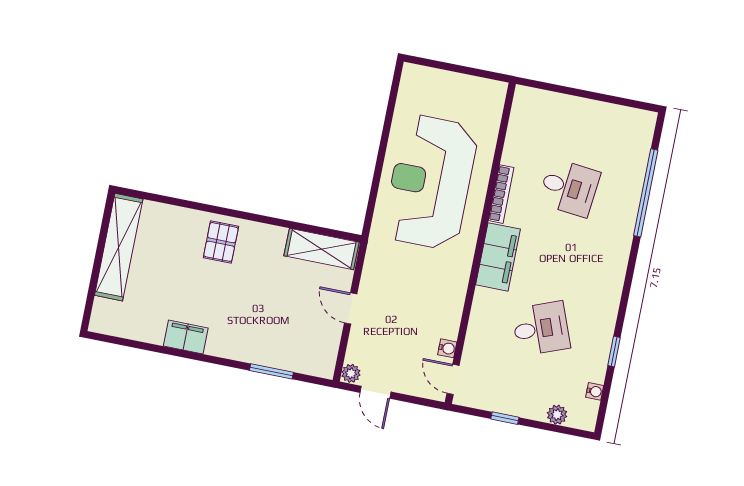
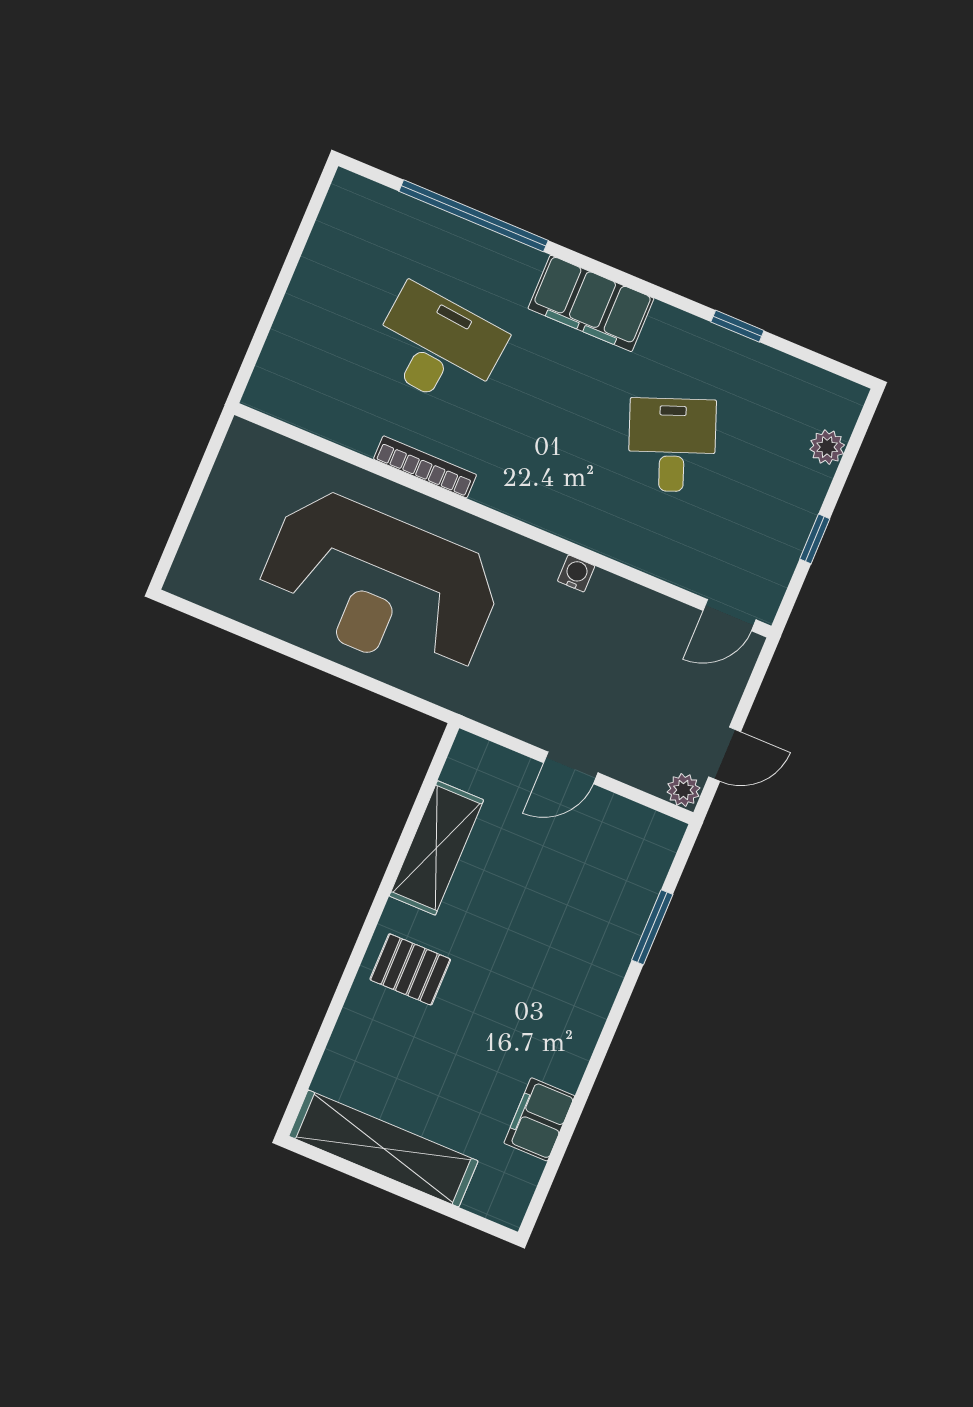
desk: (569, 188) -> (438, 347), width x1.37
shelving: (322, 249) -> (436, 848), moved
filing cabinet: (498, 257) -> (591, 303), moved, turned 180
filing cabinet: (186, 337) -> (539, 1119), moved
water cooler: (447, 348) -> (576, 573), moved
water cooler: (595, 391) -> (800, 374), removed

